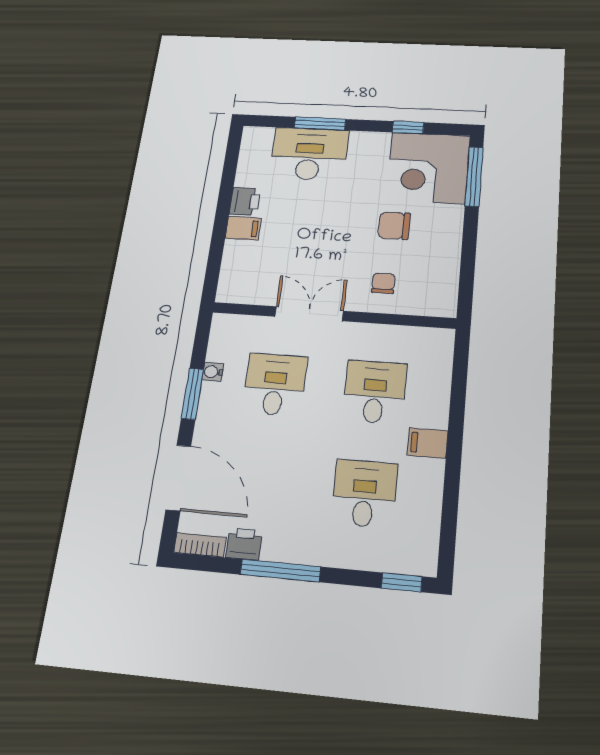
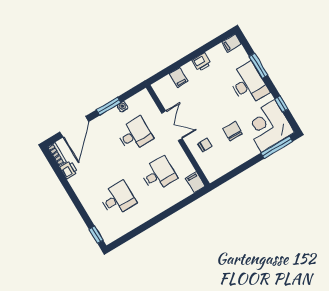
filing cabinet: (253, 140) -> (232, 43), added
desk: (309, 154) -> (248, 84), moved
filing cabinet: (243, 228) -> (179, 78), moved
filing cabinet: (428, 443) -> (195, 182), moved
window: (280, 571) -> (69, 190), removed

